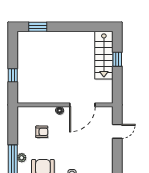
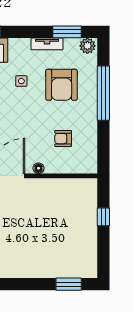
plant: (22, 158) -> (91, 103), removed

